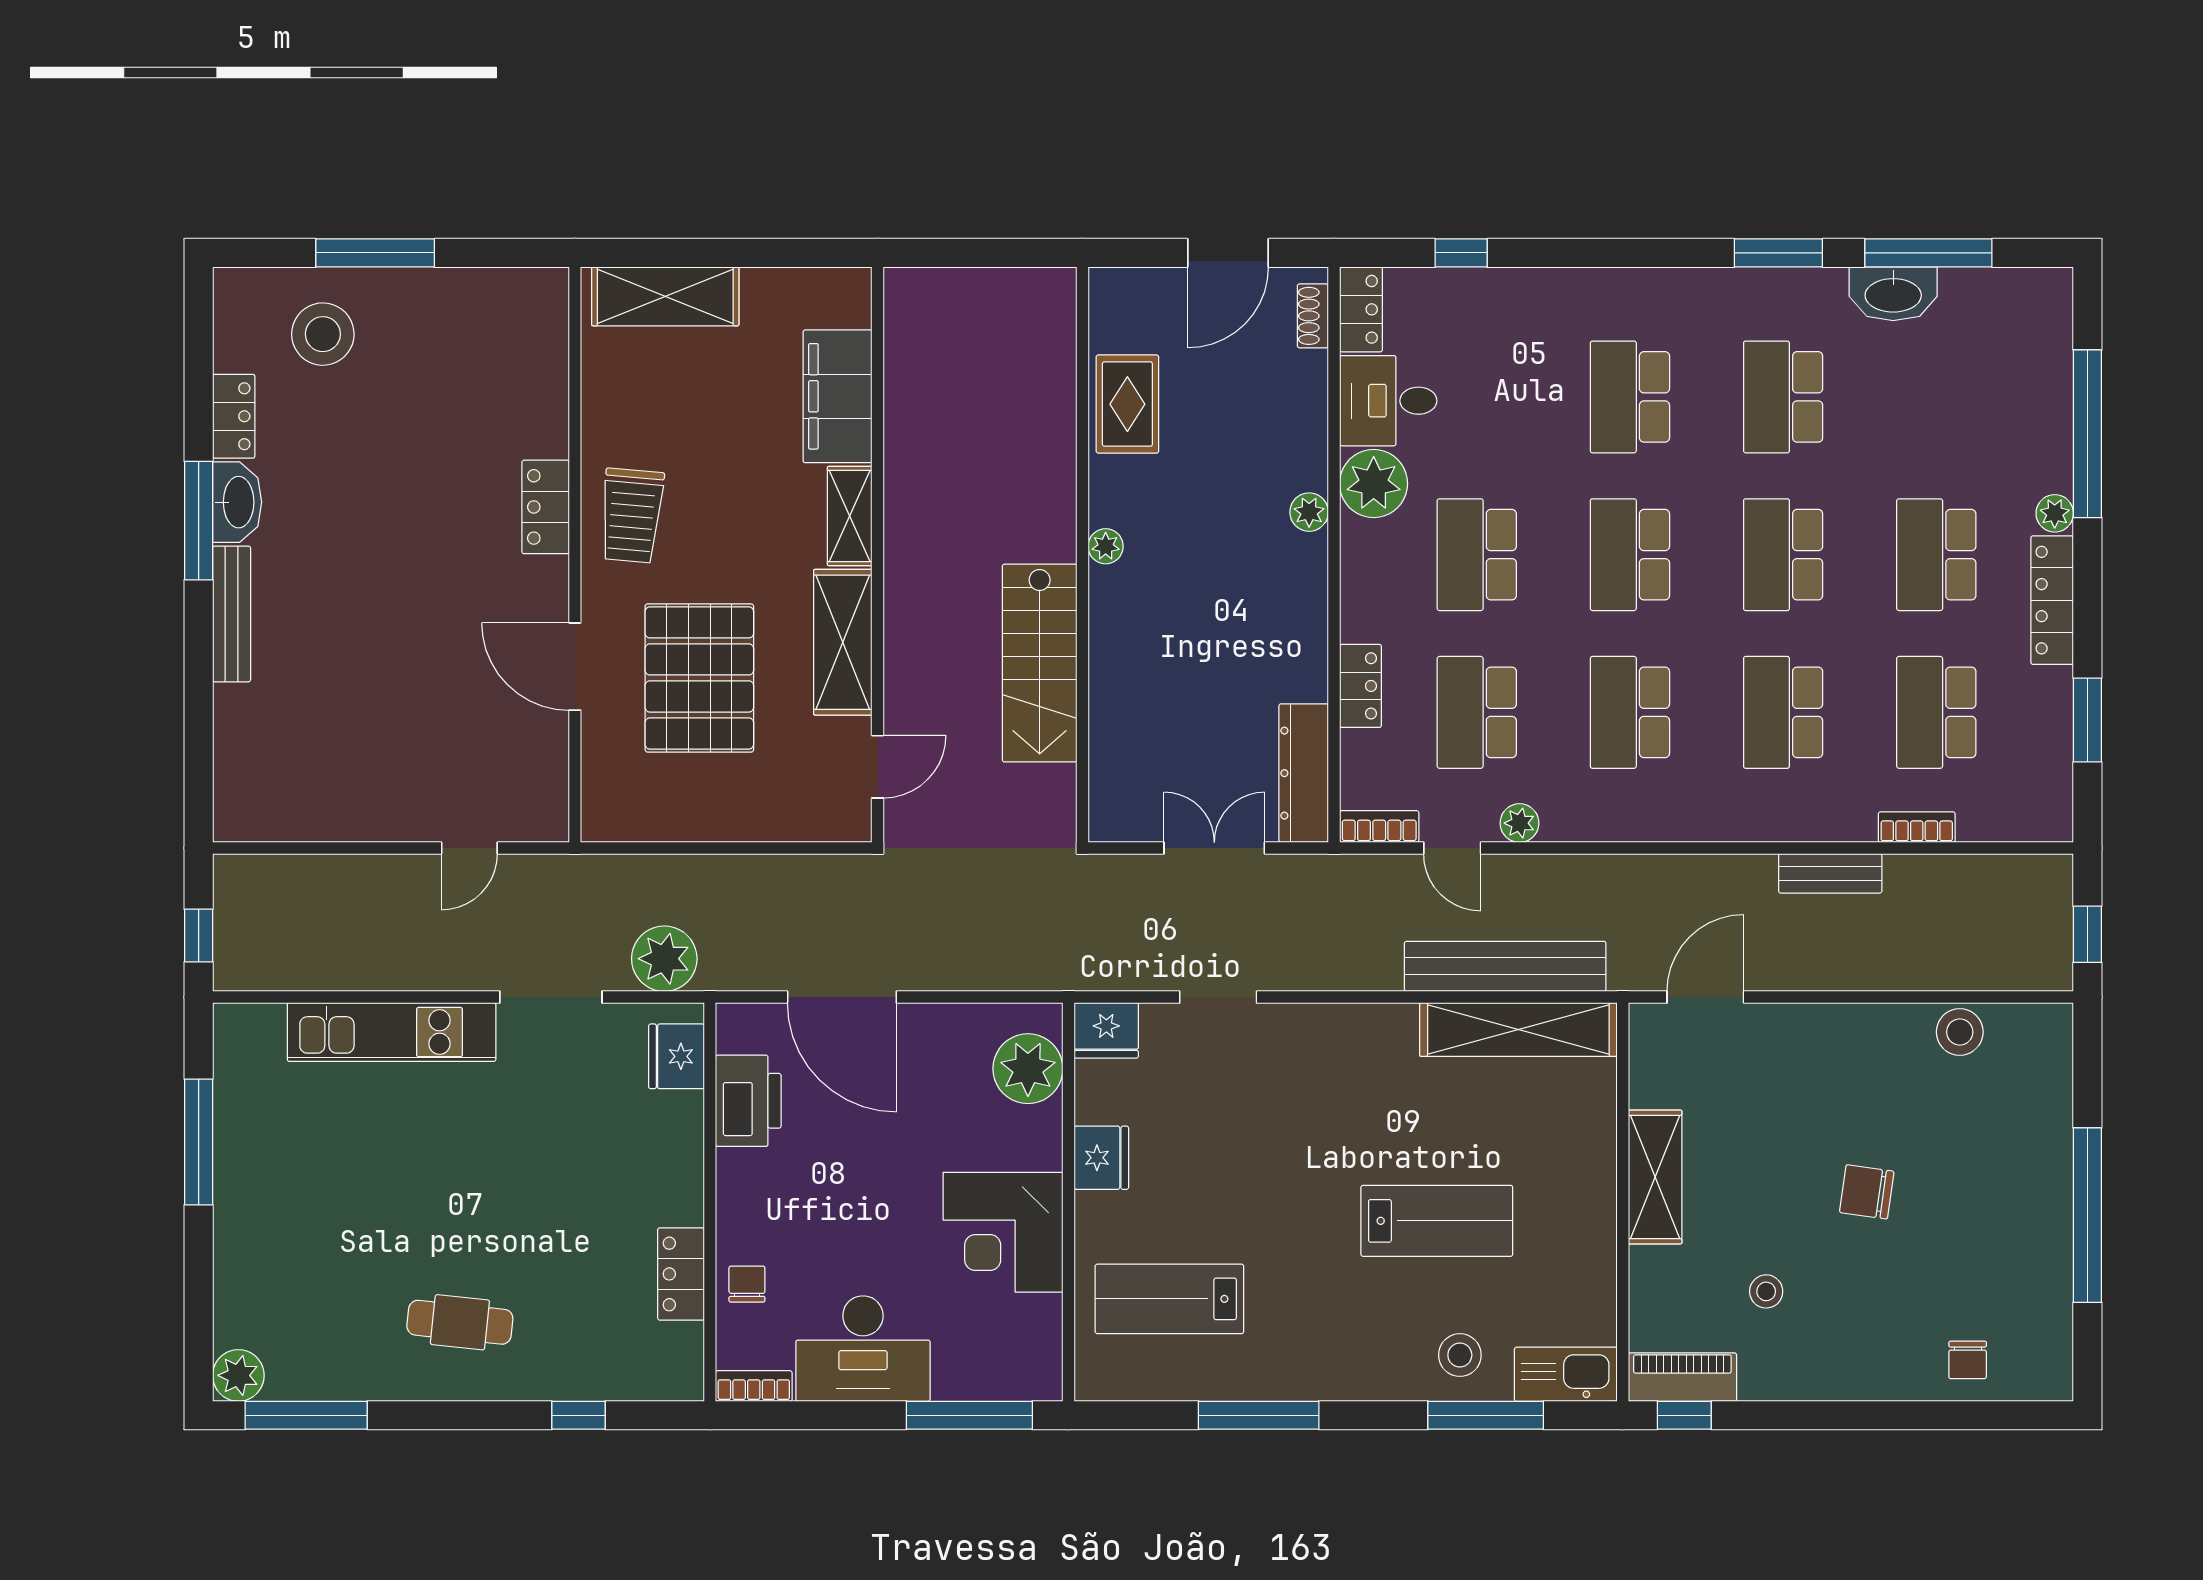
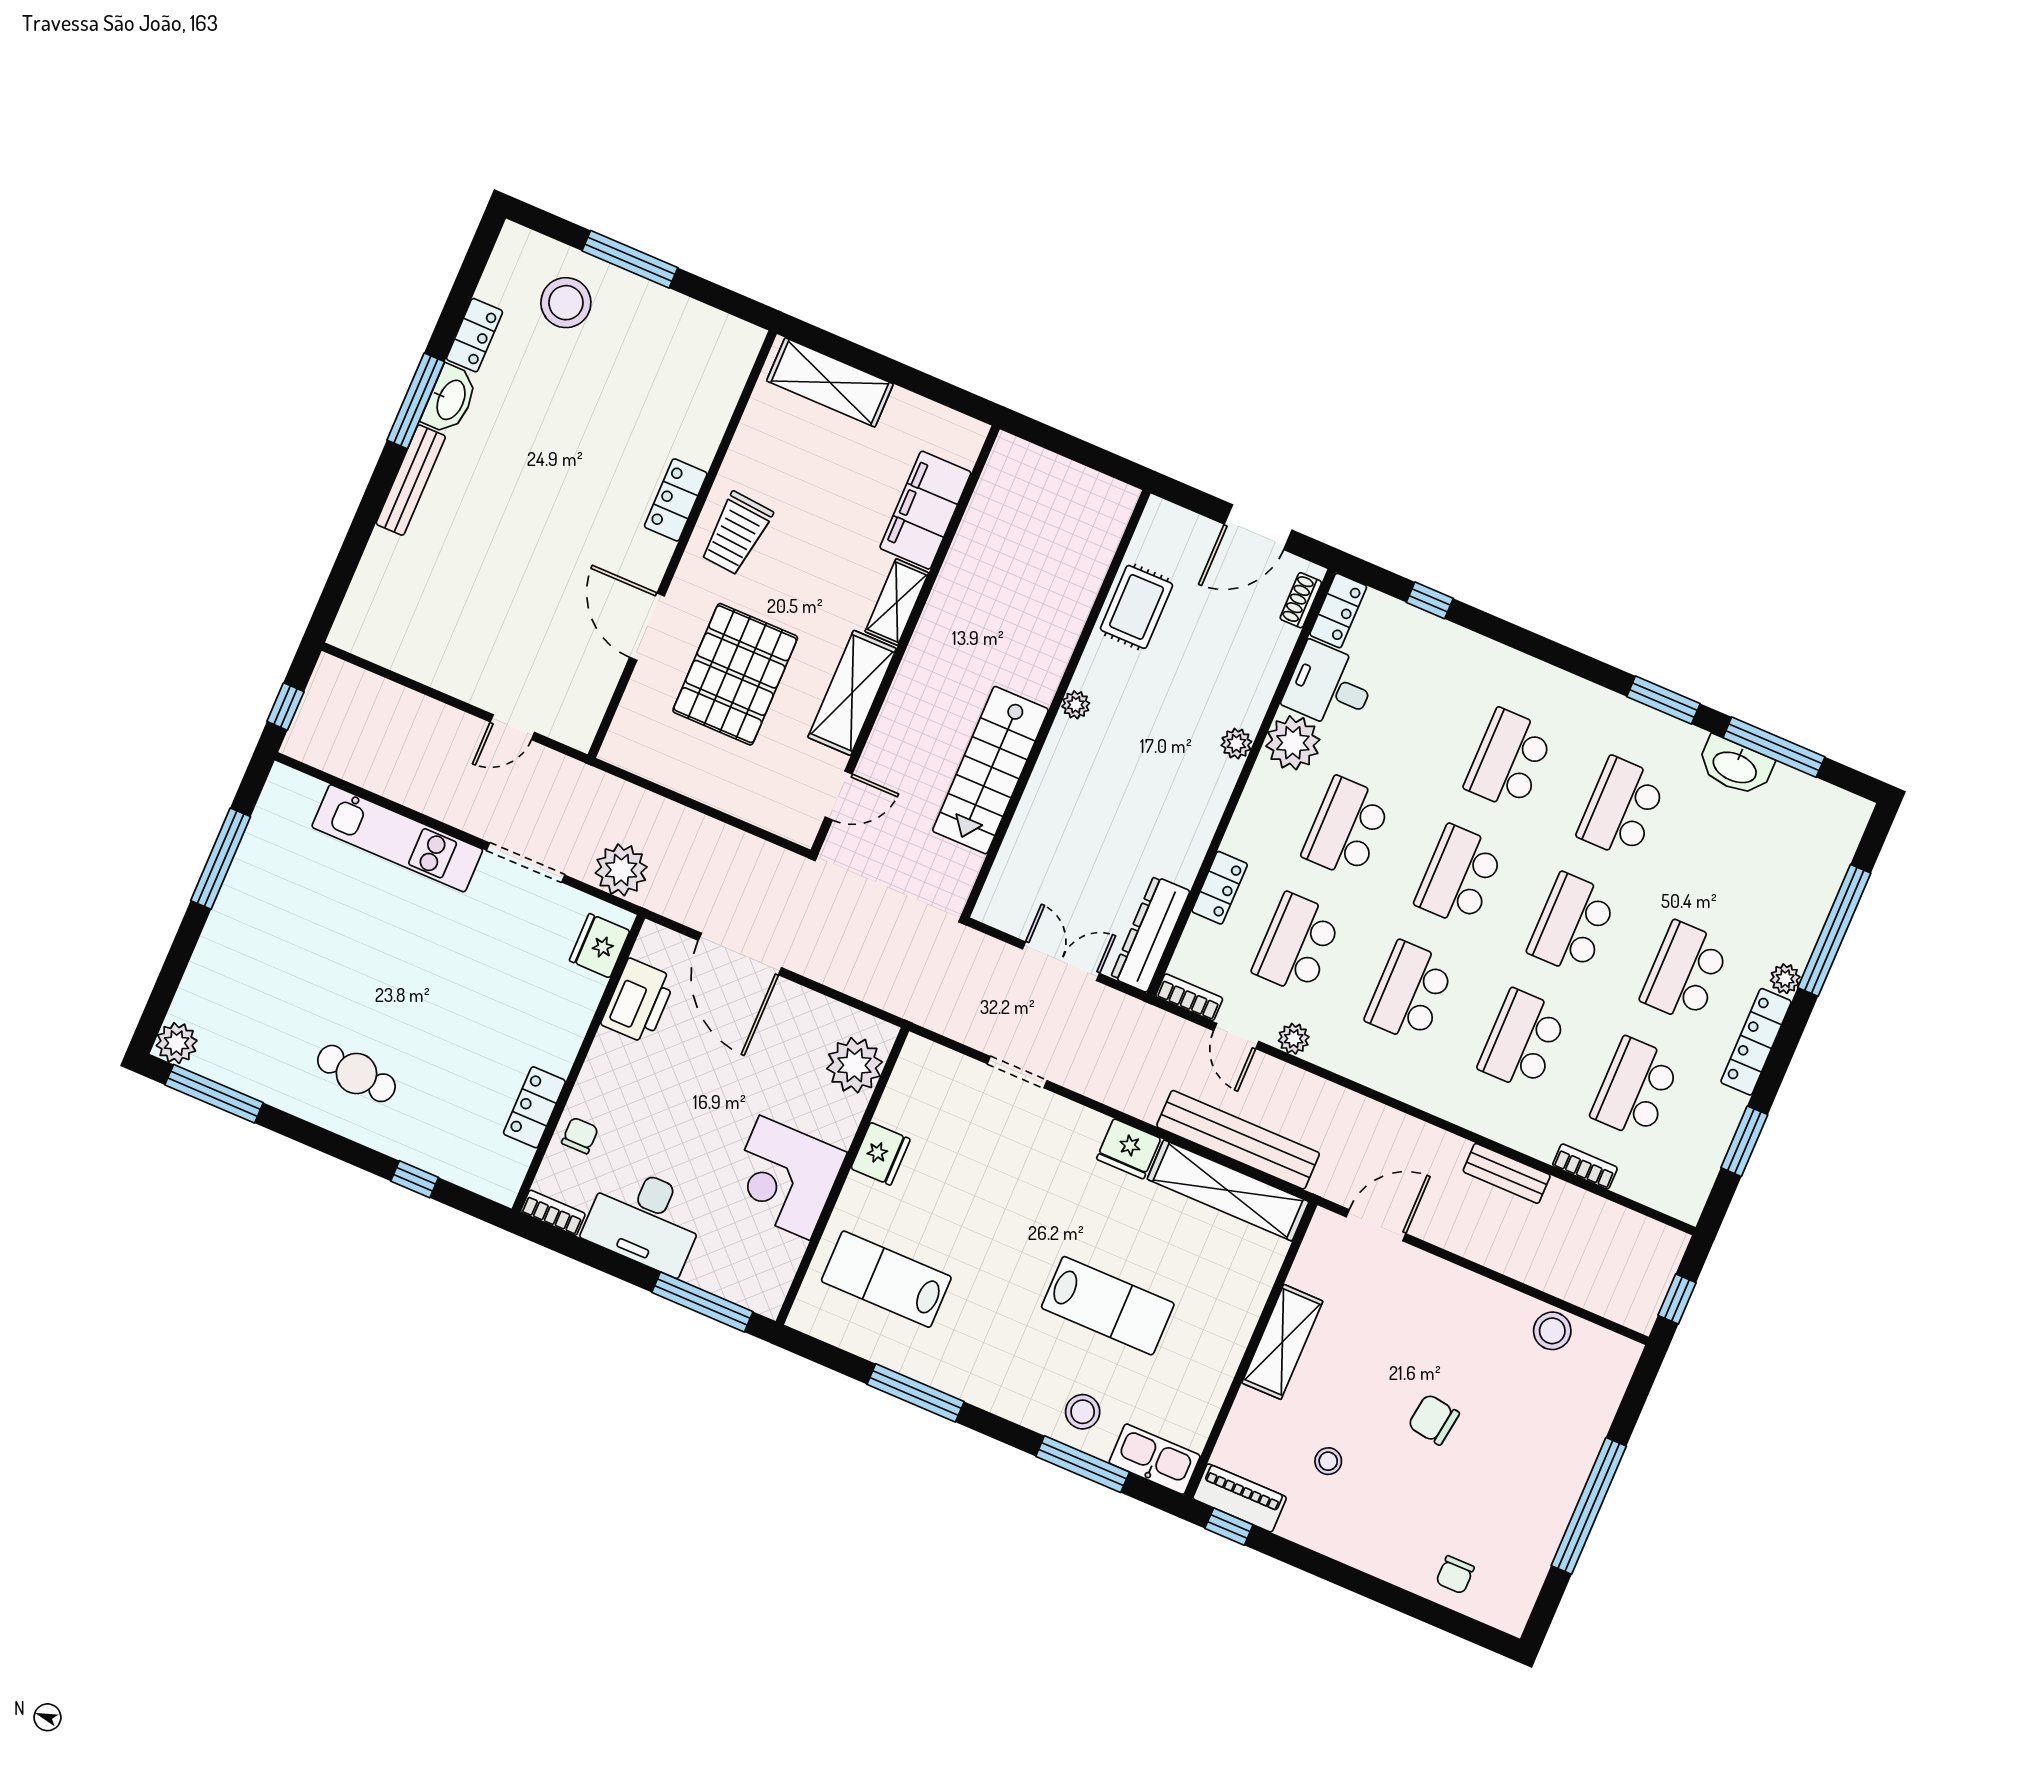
fridge: (1106, 1030) -> (1129, 1149), moved

